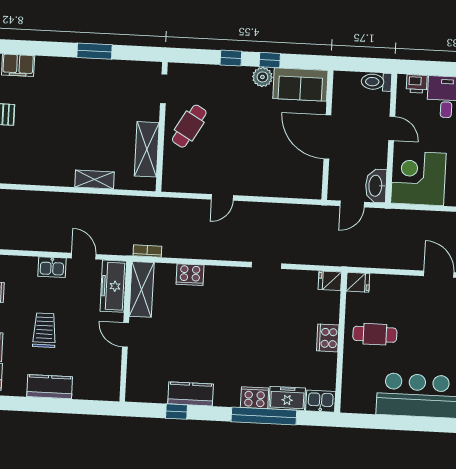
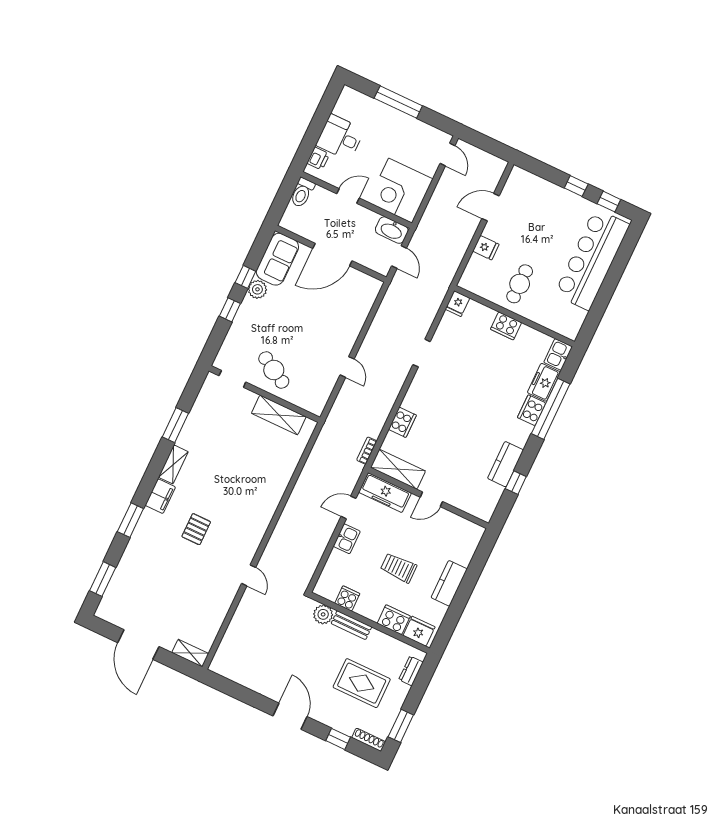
shelving: (94, 179) -> (173, 464), moved
fridge: (358, 282) -> (486, 248), moved, turned 90

